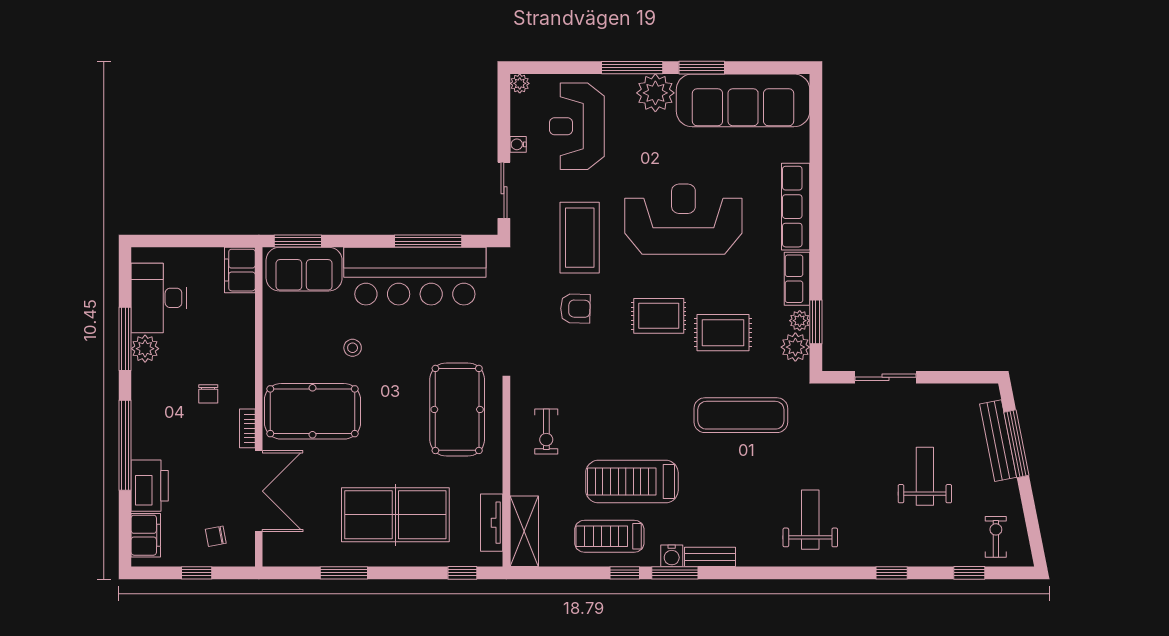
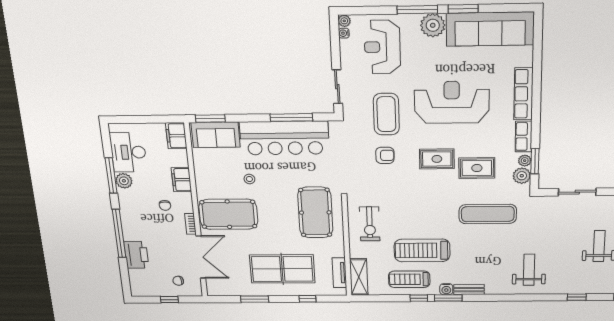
water cooler: (518, 144) -> (344, 33), moved
exercise bike: (546, 431) -> (370, 224), width x1.38, depth x1.39
filing cabinet: (146, 535) -> (181, 180), moved, turned 180
window: (462, 573) -> (308, 299), moved

